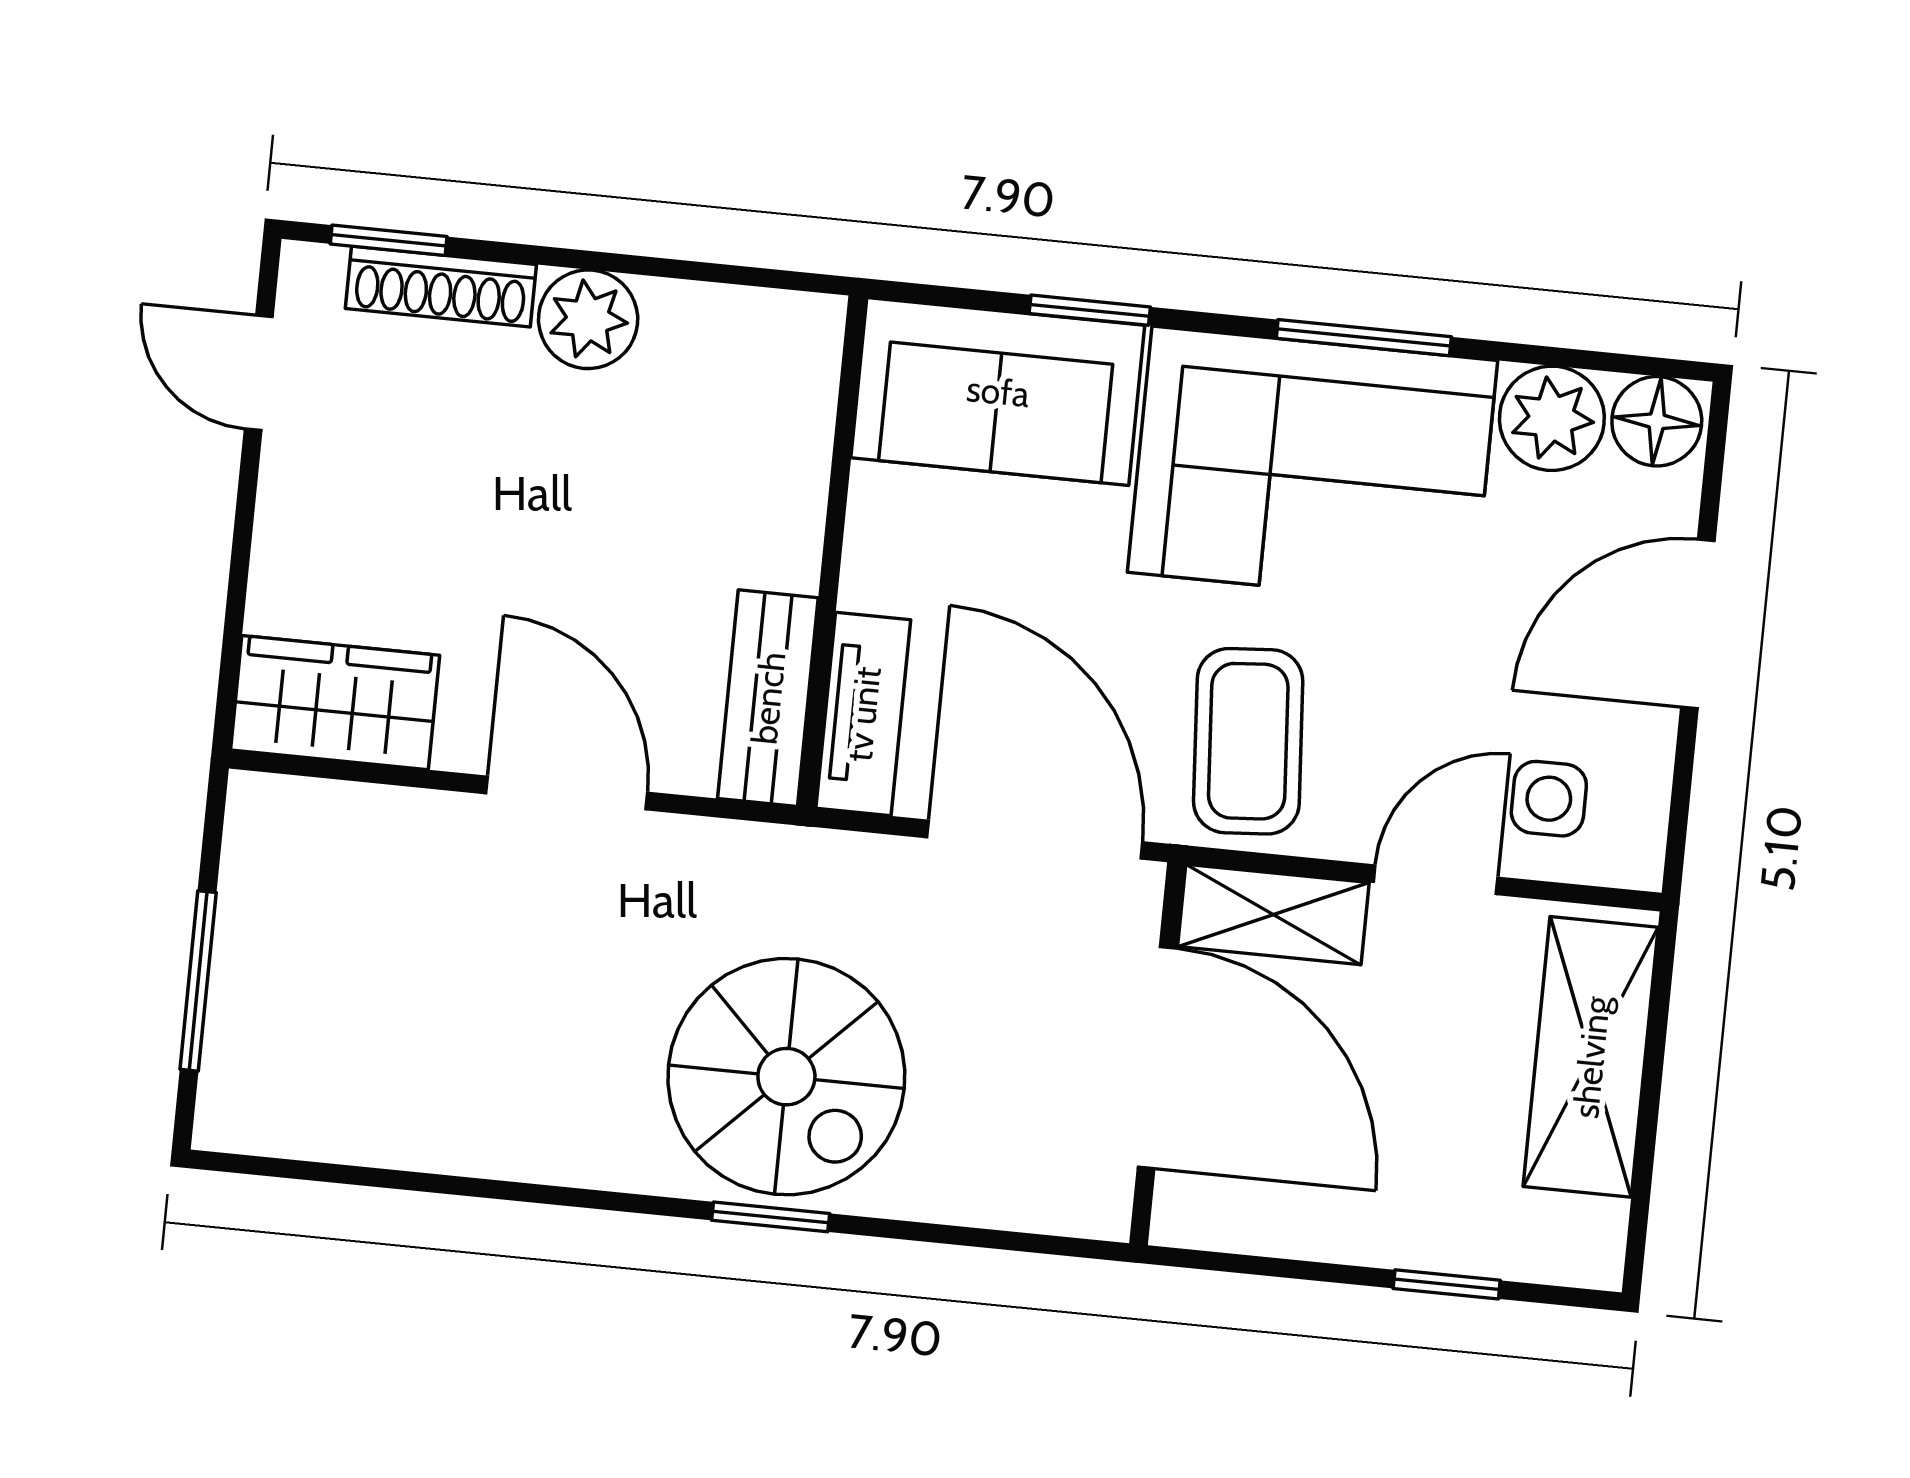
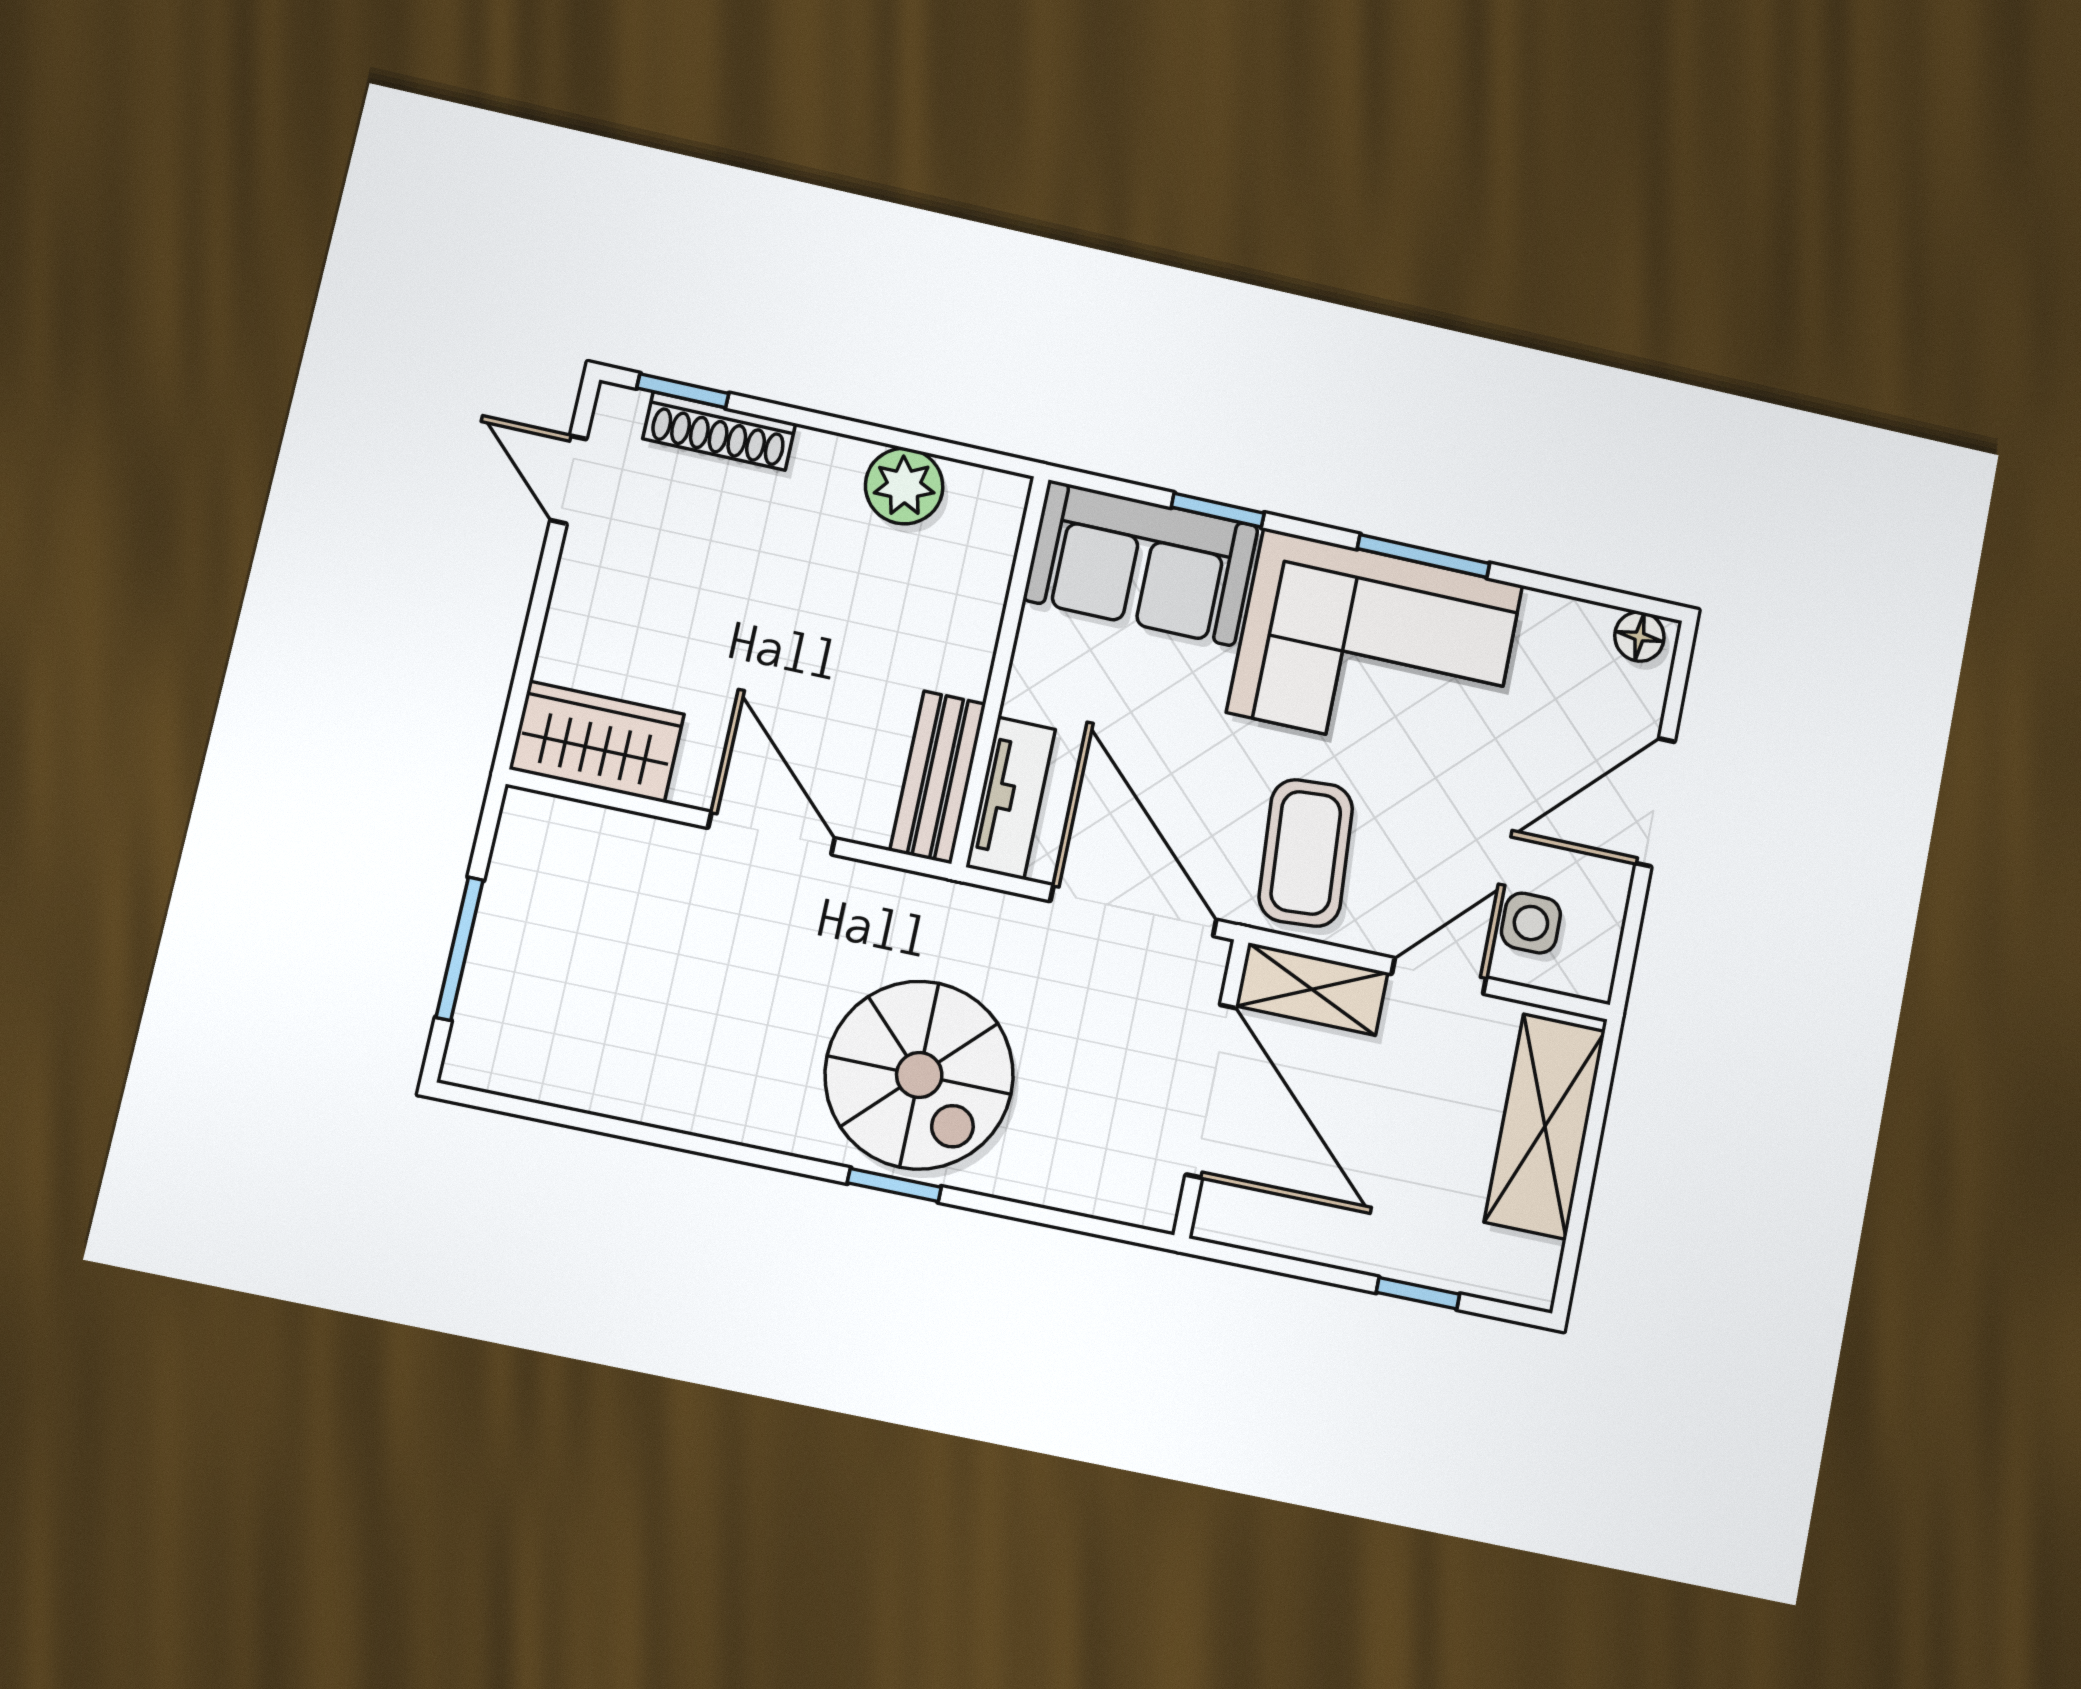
plant: (588, 319) -> (904, 486), moved
plant: (1552, 418) -> (1559, 634), removed
floor lamp: (1657, 421) -> (1639, 637), width x0.73, depth x0.73

